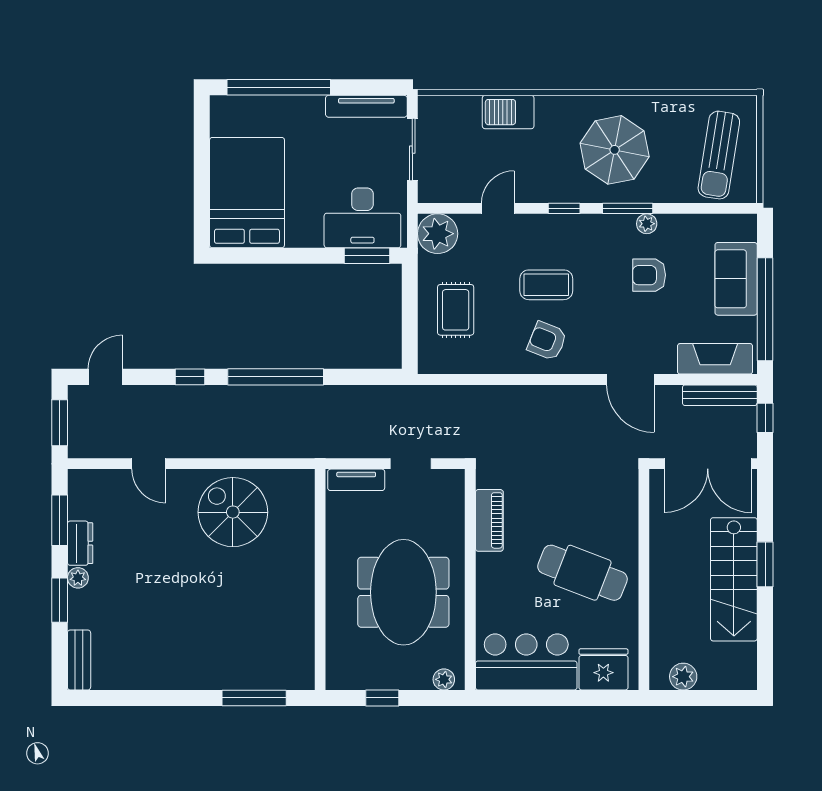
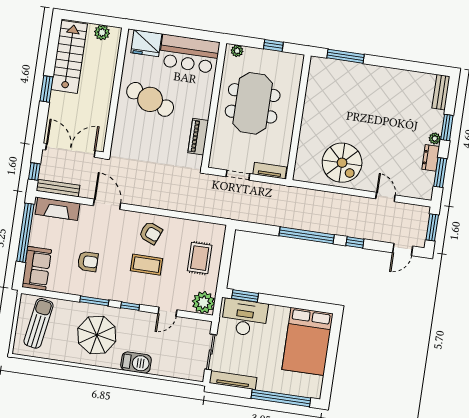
barbecue: (508, 112) -> (136, 363), moved
plant: (647, 224) -> (85, 291), removed
sofa: (736, 279) -> (37, 268), moved
stairs: (734, 579) -> (69, 57), moved

